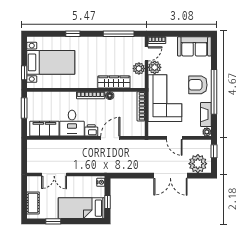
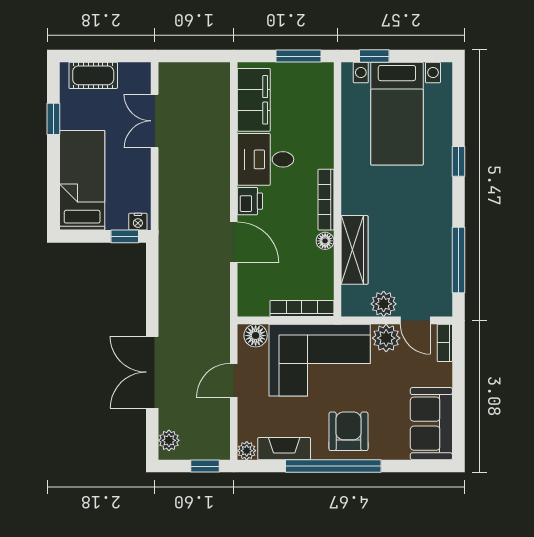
floor lamp: (154, 128) -> (256, 336), added
plant: (198, 164) -> (169, 440), width x0.53, depth x0.53
window: (108, 202) -> (125, 236), moved

